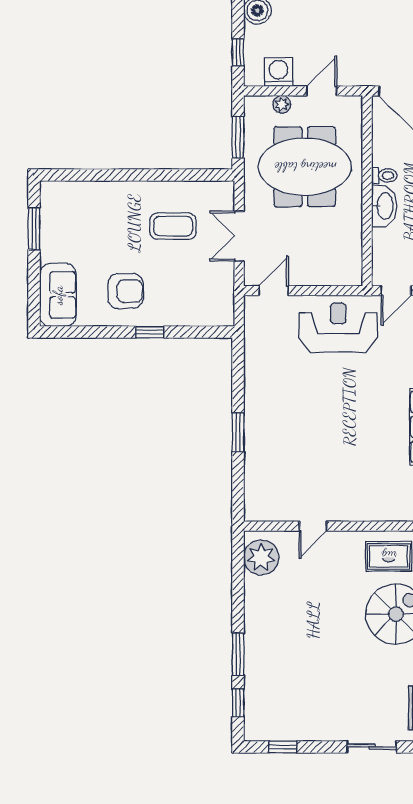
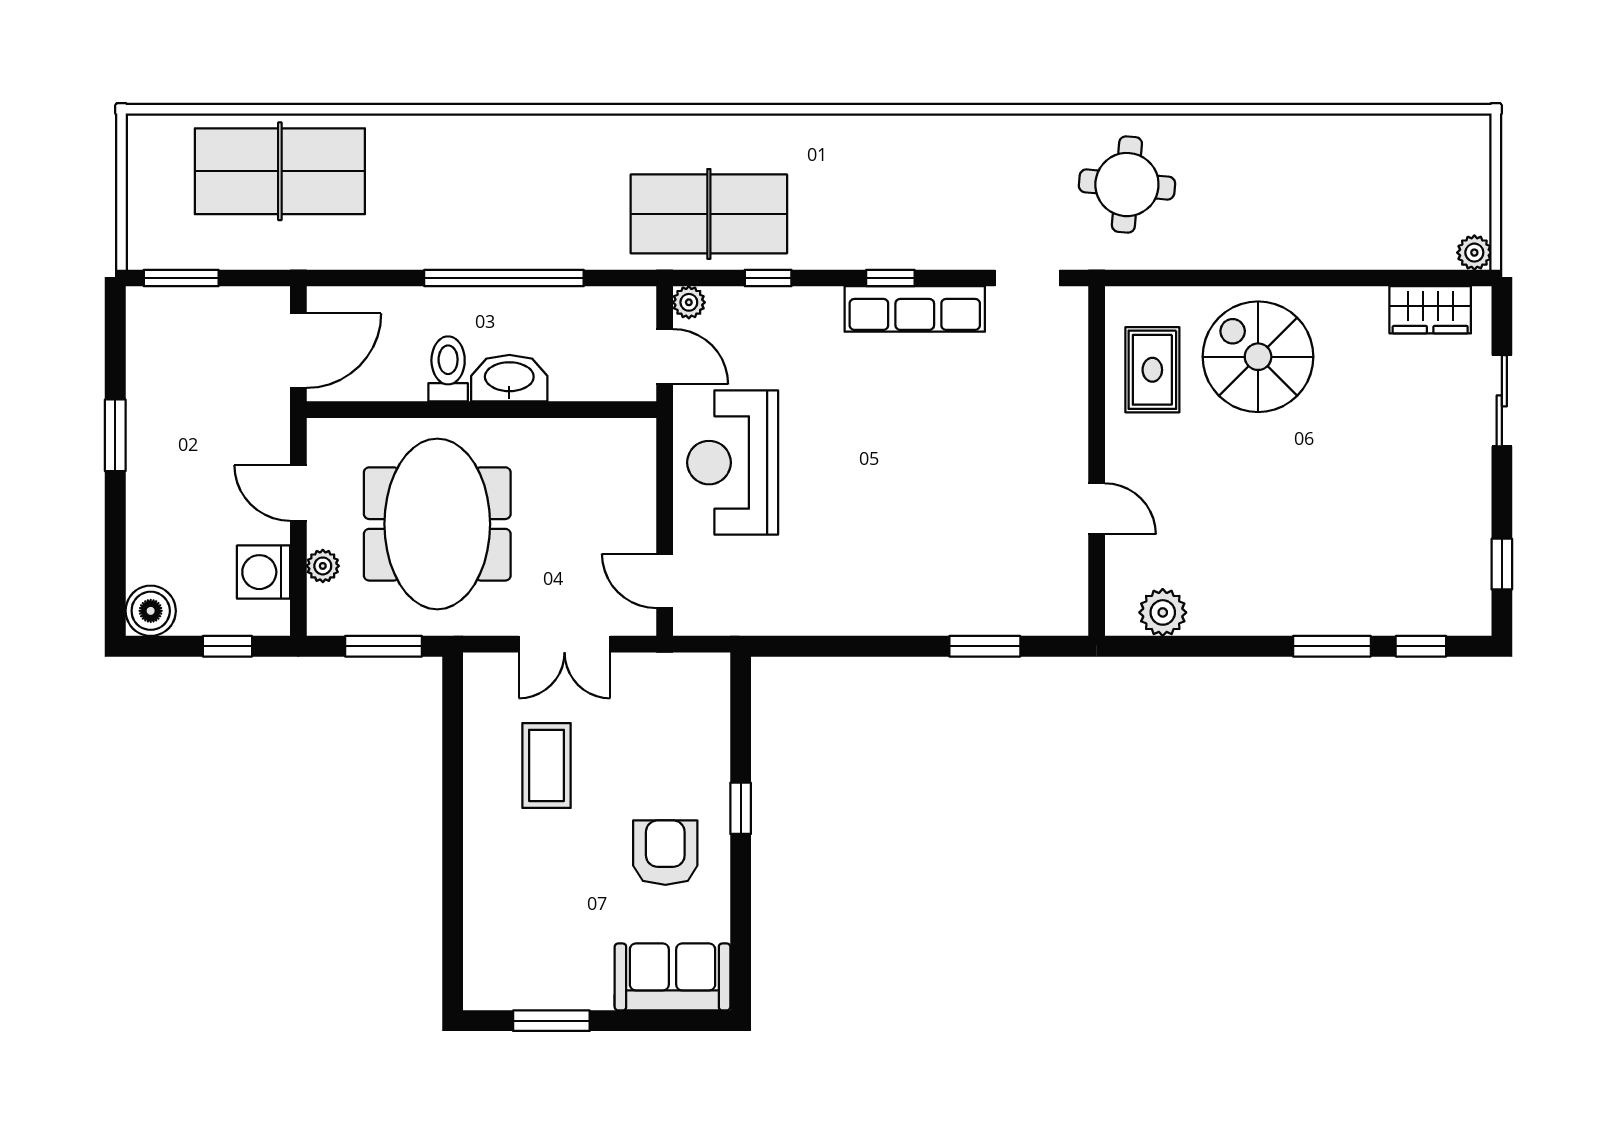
toilet: (384, 176) -> (448, 369), width x1.37, depth x1.39
window: (238, 432) -> (985, 646), moved
plant: (261, 557) -> (1163, 612), width x0.73, depth x0.73

